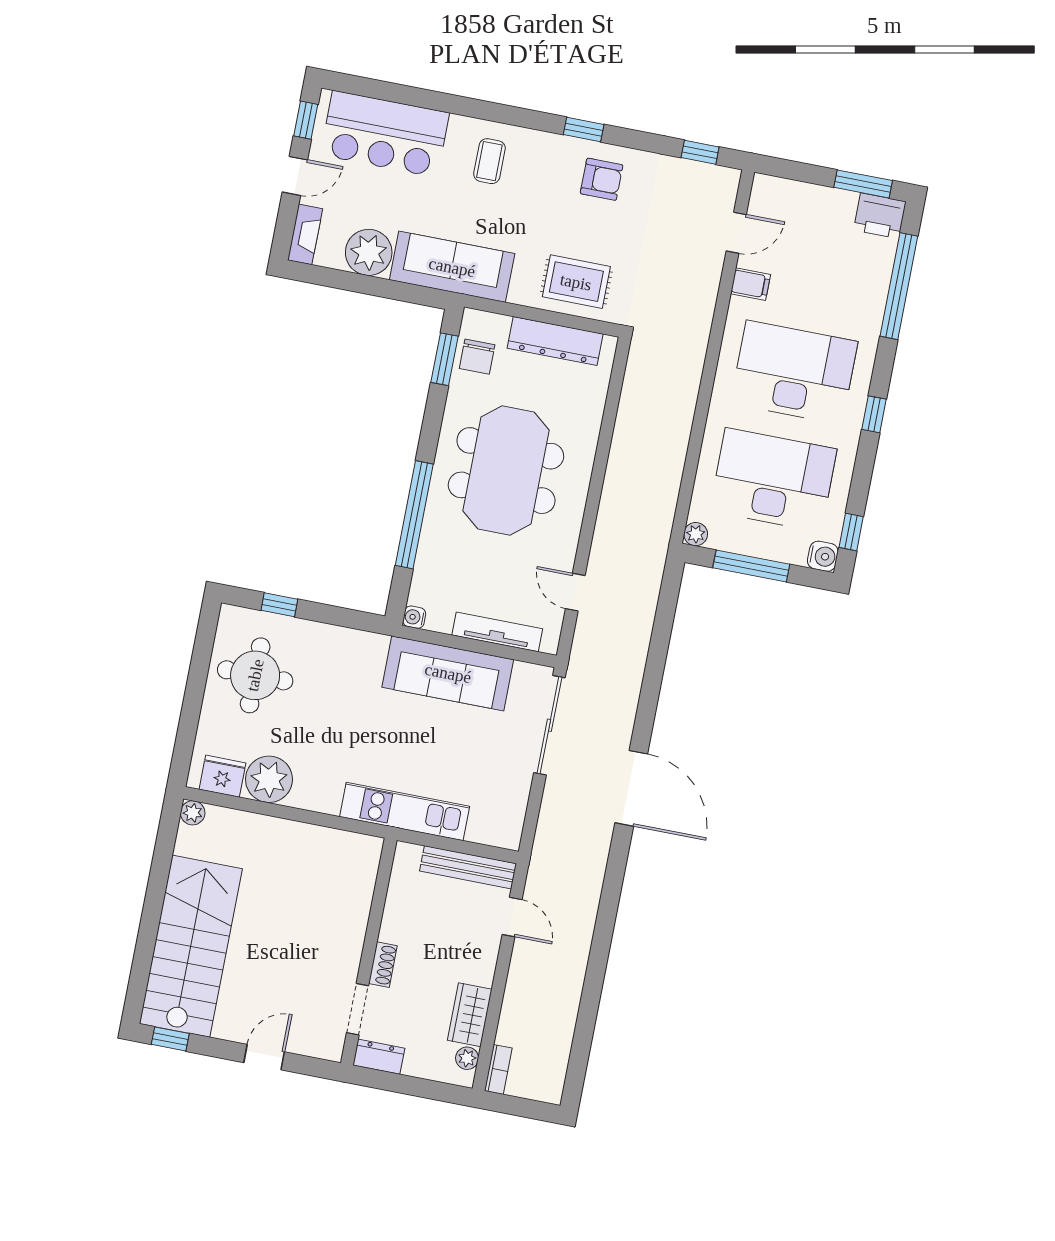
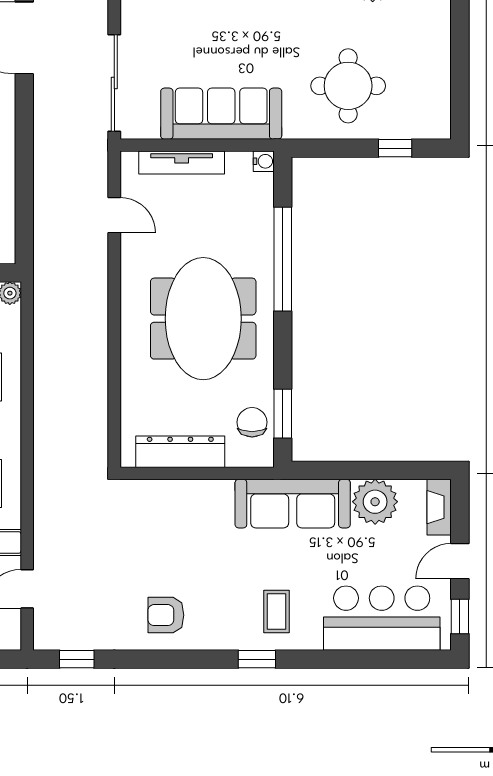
window: (584, 130) -> (257, 659), moved
rug: (576, 282) -> (171, 512), removed
round table: (255, 675) -> (348, 86), moved

